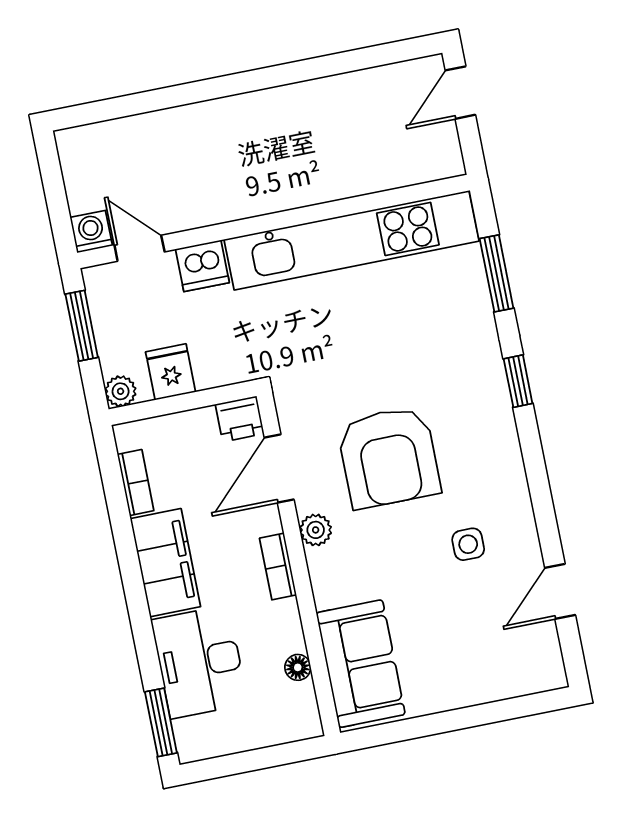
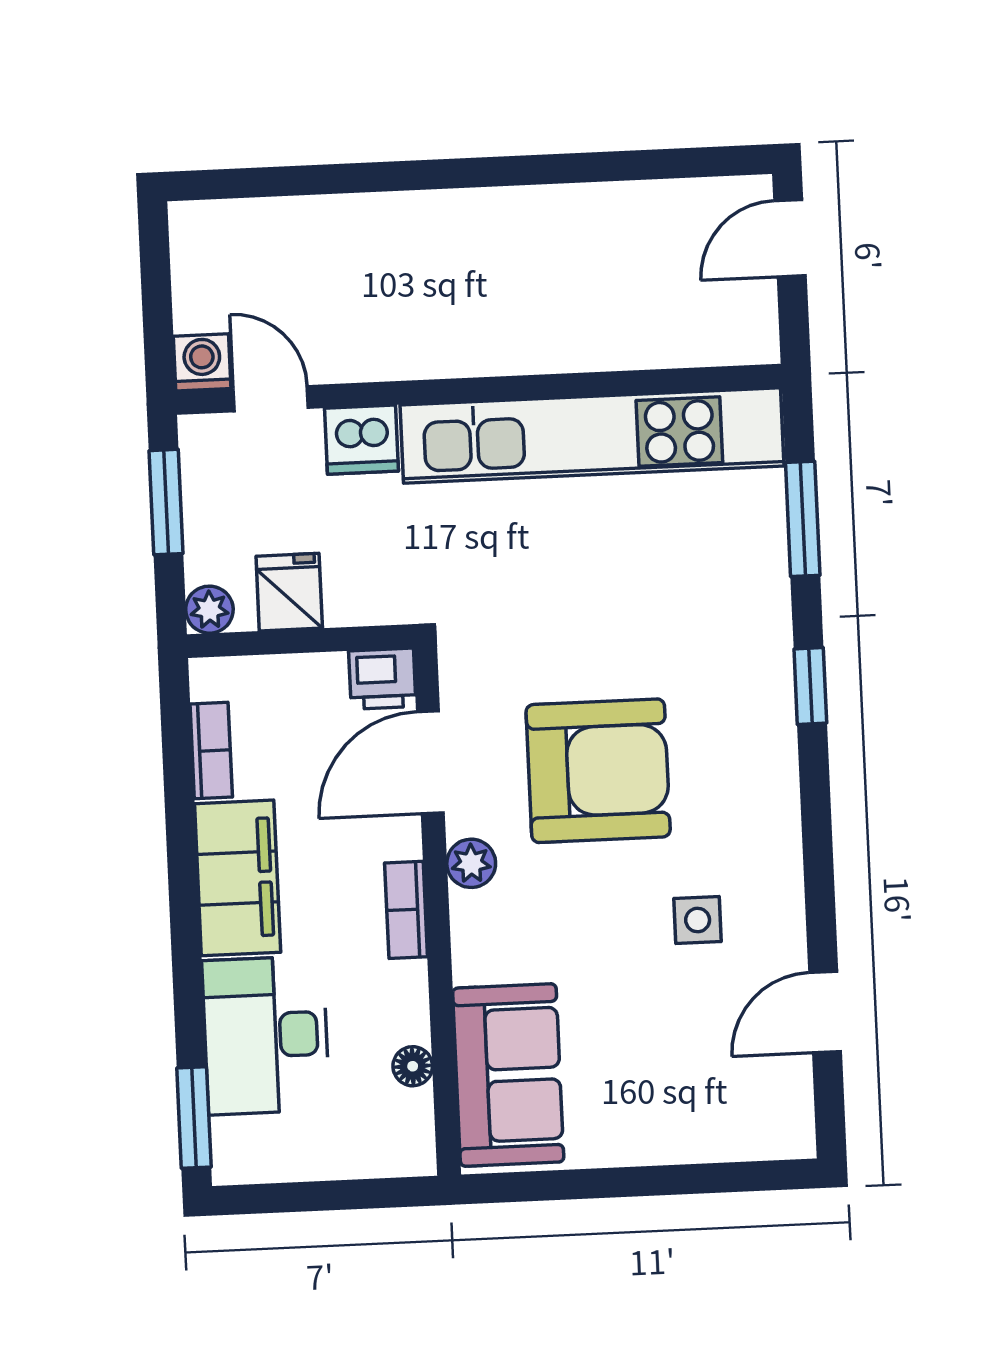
armchair: (389, 457) -> (598, 771), turned -90

